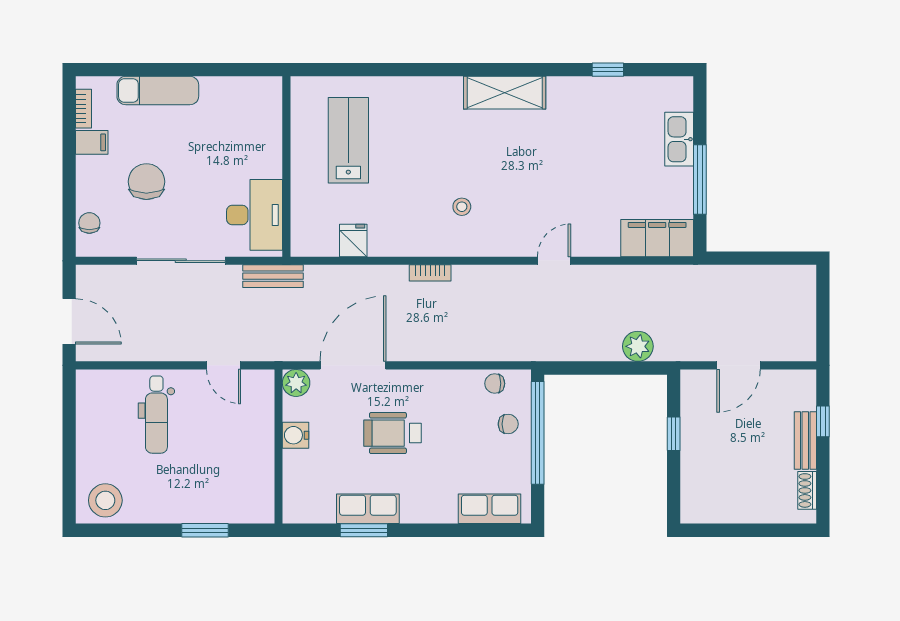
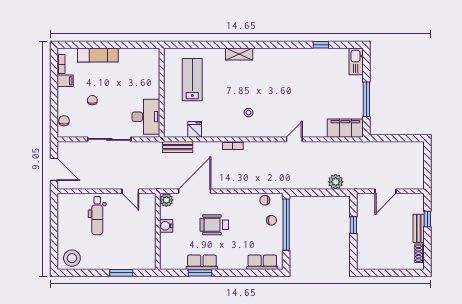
shelving: (505, 93) -> (239, 54), moved, width x0.67, depth x0.75
kitchen sink: (679, 139) -> (356, 61), moved
chair: (146, 182) -> (92, 100), width x0.54, depth x0.54
bench: (273, 276) -> (178, 147), moved

